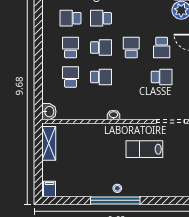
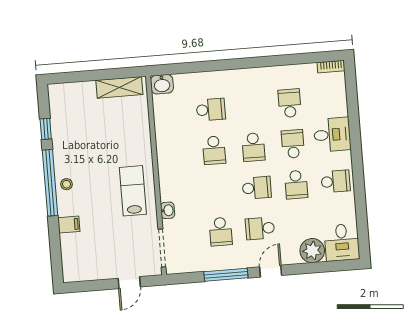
school desk: (71, 48) -> (296, 185), moved, turned 90
washbasin: (114, 115) -> (168, 210), moved
lab bench: (144, 149) -> (133, 191), moved
filing cabinet: (50, 189) -> (69, 225), moved
window: (75, 200) -> (46, 129), added

